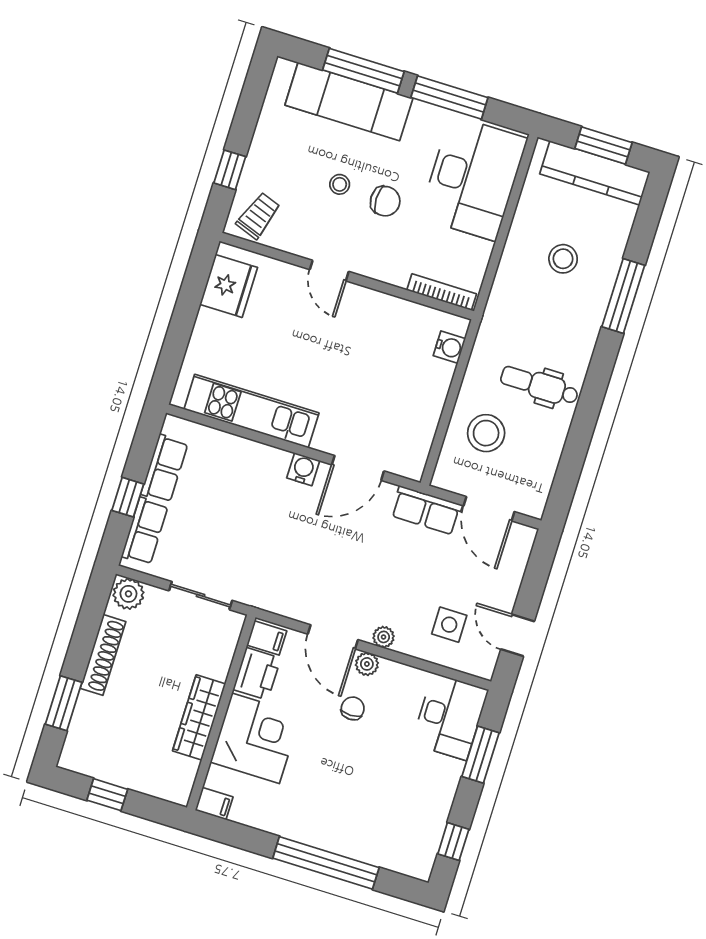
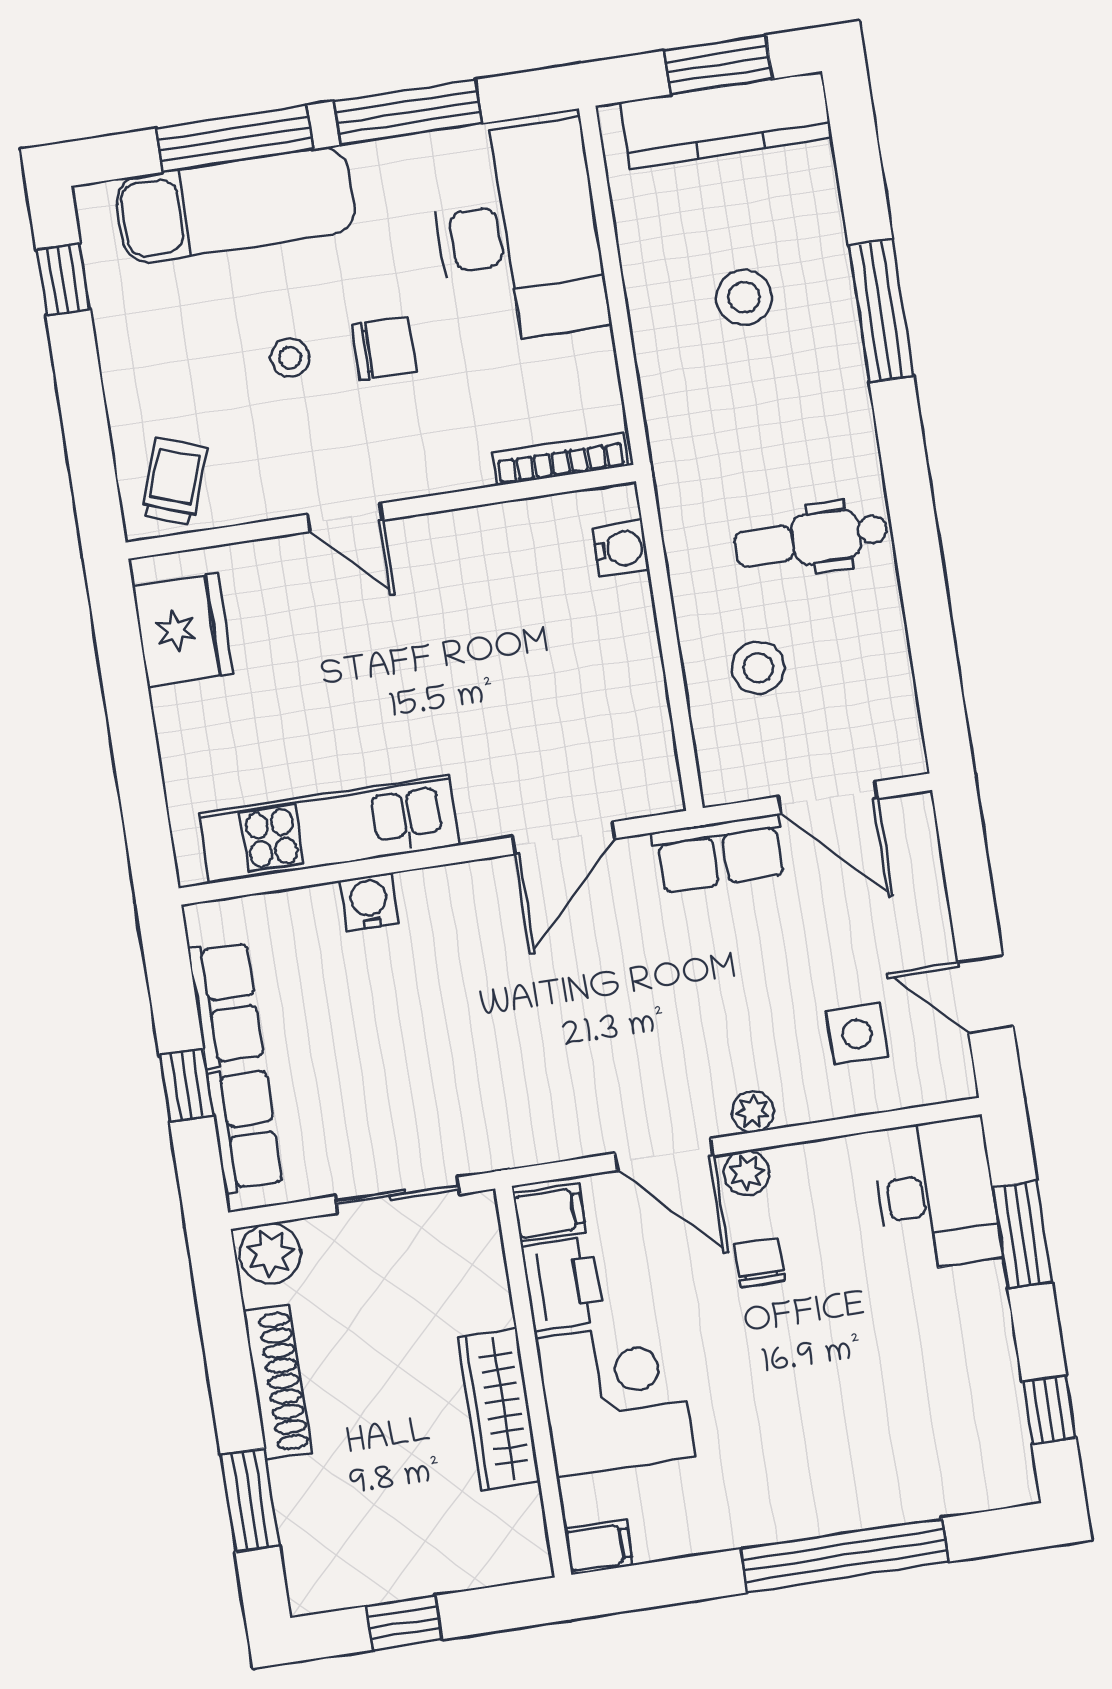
window: (230, 170) -> (63, 279), moved
stool: (486, 433) -> (758, 668), width x0.73, depth x0.73
water cooler: (303, 469) -> (369, 902), moved

